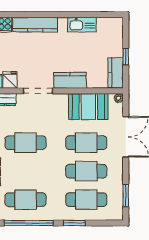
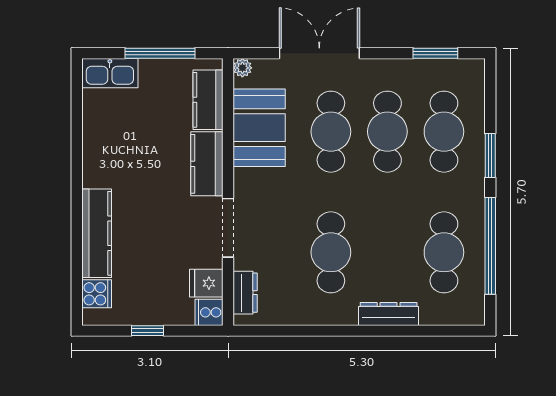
kitchen sink: (82, 25) -> (110, 73), moved, turned 90
window: (126, 57) -> (160, 53), width x2.17
kitchen counter: (116, 73) -> (208, 100), moved, turned 90

